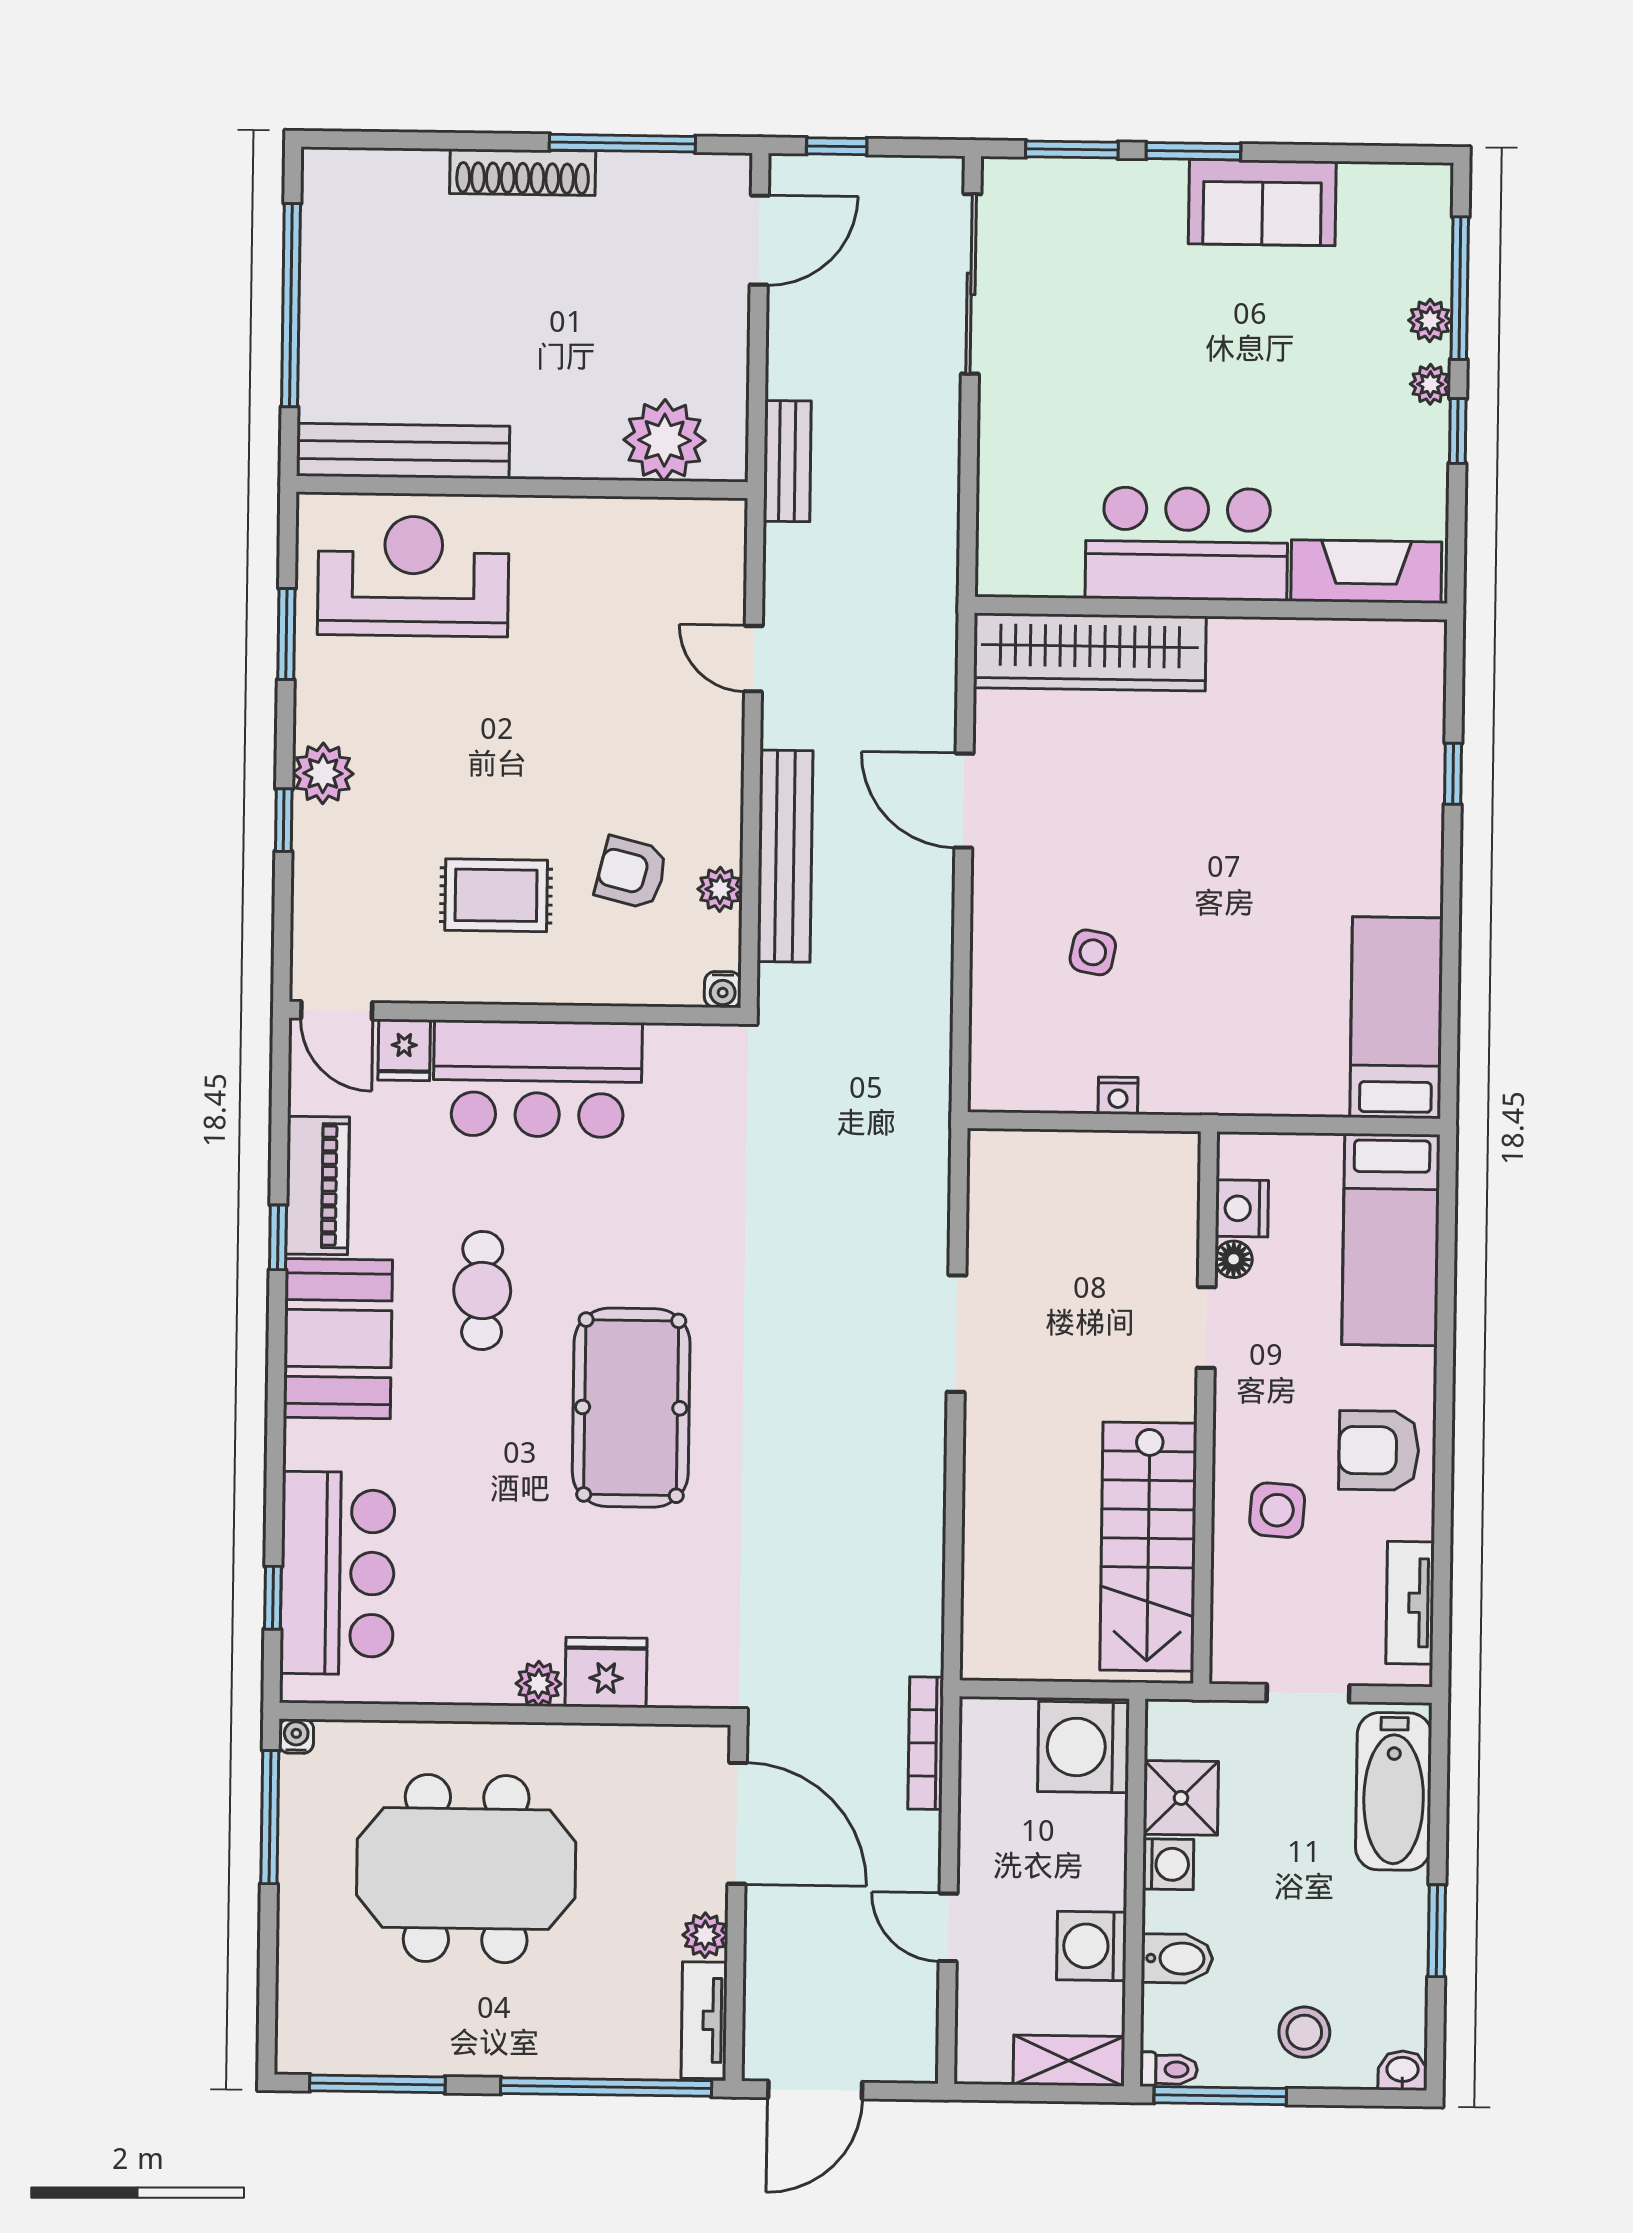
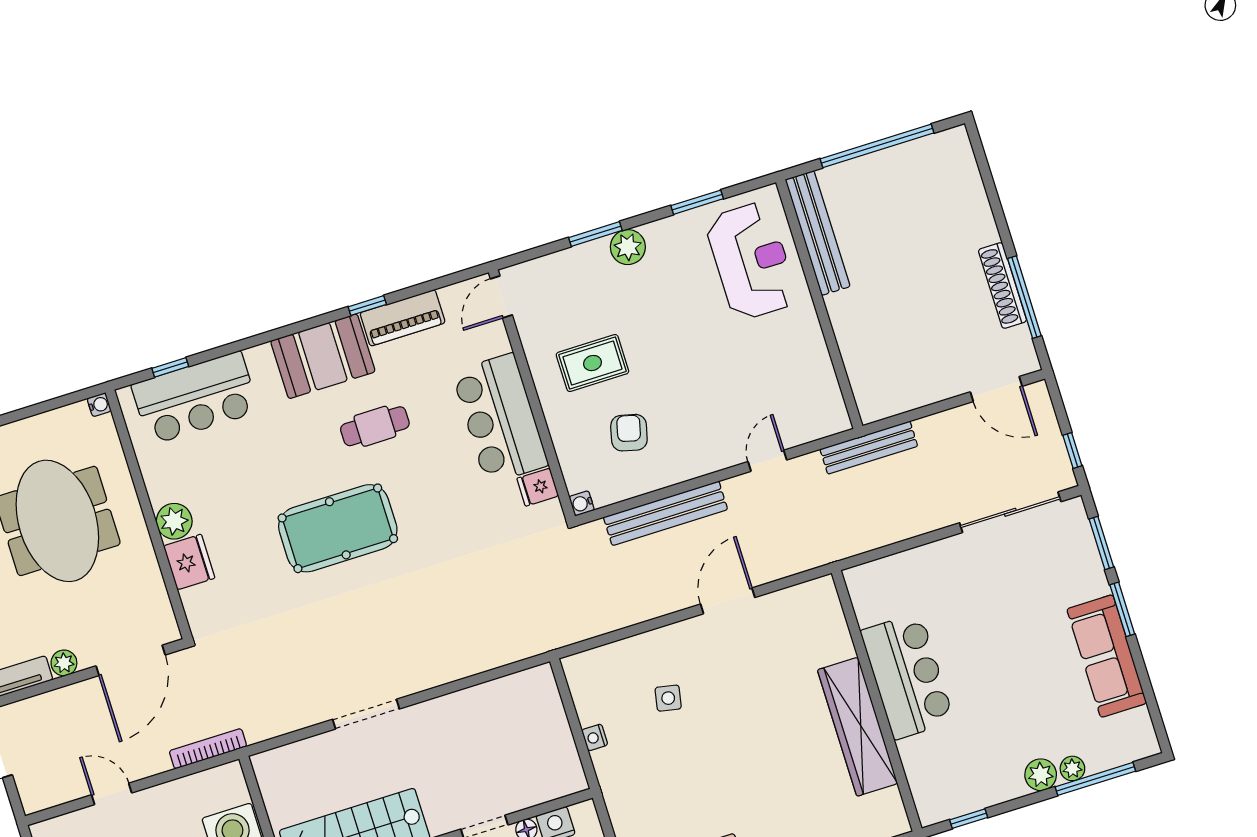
window: (837, 146) -> (1072, 450), moved
shoe rack: (523, 172) -> (1002, 286), moved
sofa: (1262, 202) -> (1107, 656), width x1.36
plant: (1430, 384) -> (1041, 775), width x1.38, depth x1.38
window: (1458, 431) -> (969, 819), moved
plant: (664, 440) -> (870, 373), removed
bench: (787, 461) -> (869, 448), width x1.36
fireplace: (1366, 572) -> (924, 779), removed
wardrobe: (1090, 652) -> (857, 727), moved
window: (284, 820) -> (595, 234), width x1.50
plant: (720, 889) -> (636, 484), removed
rug: (496, 895) -> (592, 363), turned 90
fridge: (404, 1050) -> (538, 487), moved
doorway: (956, 1334) -> (366, 714), moved
plant: (539, 1684) -> (174, 521), width x1.38, depth x1.38
window: (270, 1817) -> (50, 405), removed
door: (948, 1927) -> (112, 794), hinge flipped

